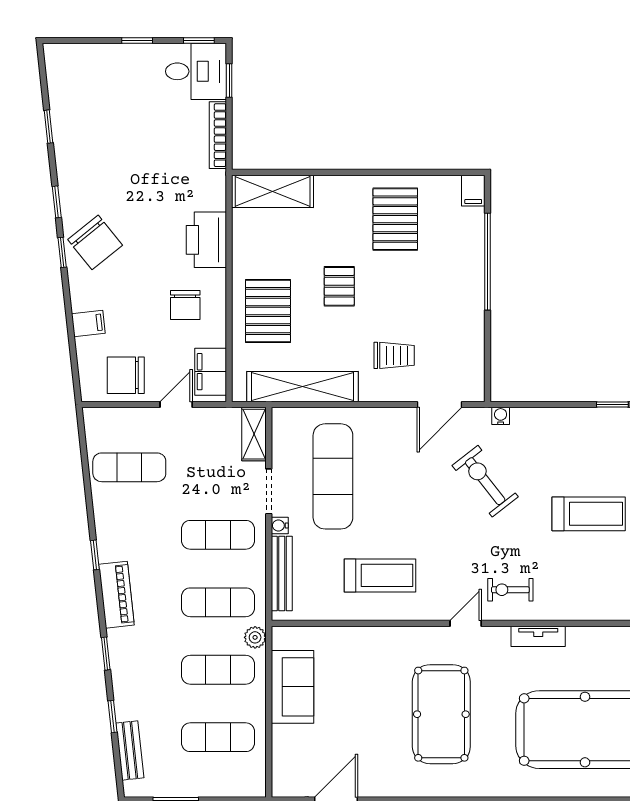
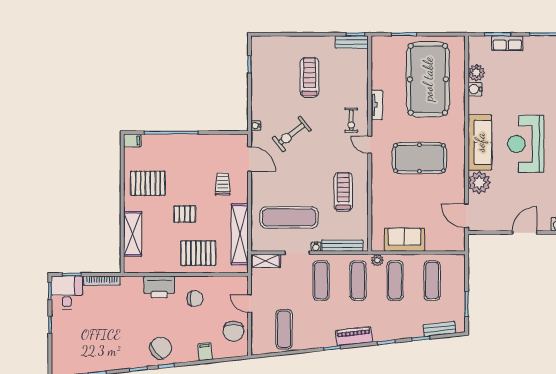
shelving: (273, 191) -> (133, 234), moved
filing cabinet: (211, 372) -> (232, 285), removed

